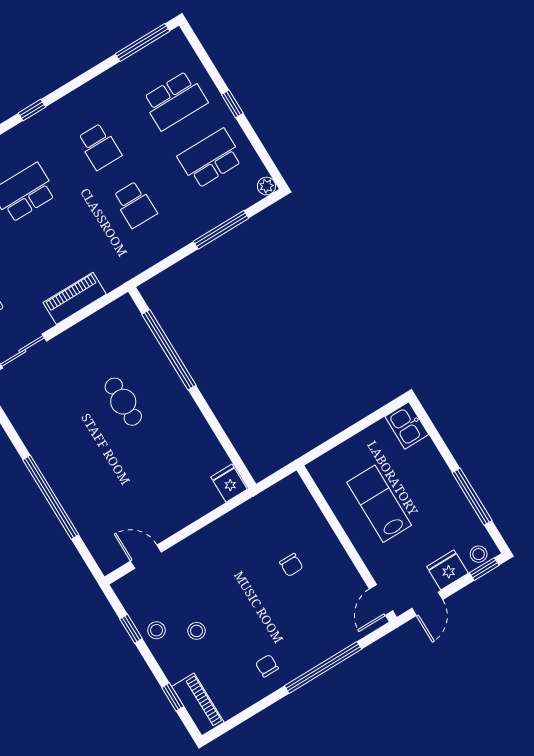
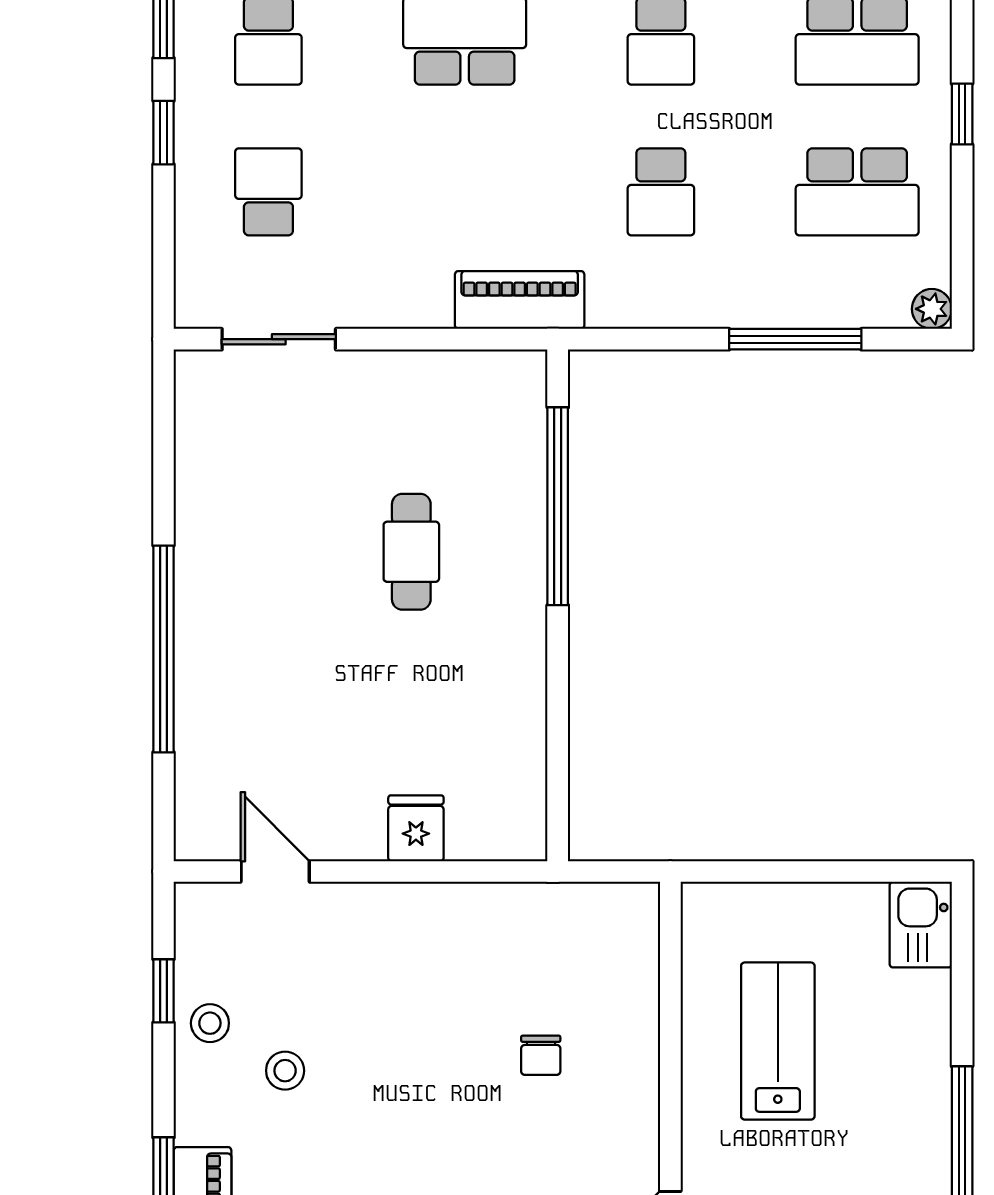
school desk: (210, 159) -> (857, 192), turned 180
piano: (75, 298) -> (520, 300), moved
fridge: (229, 483) -> (416, 828), moved

